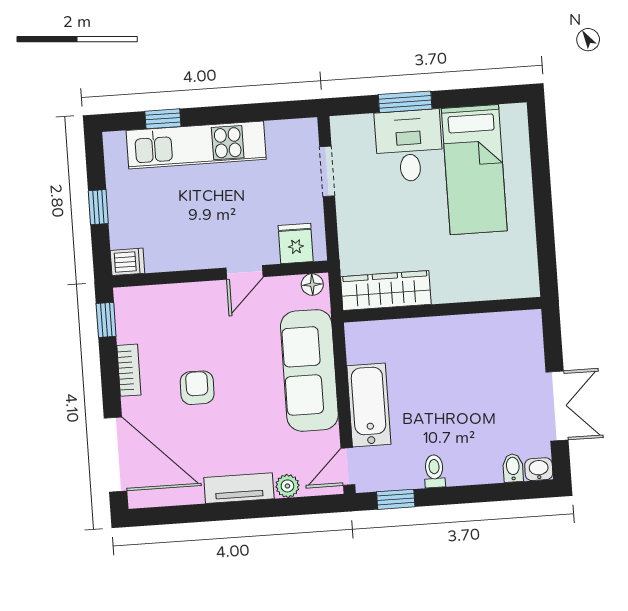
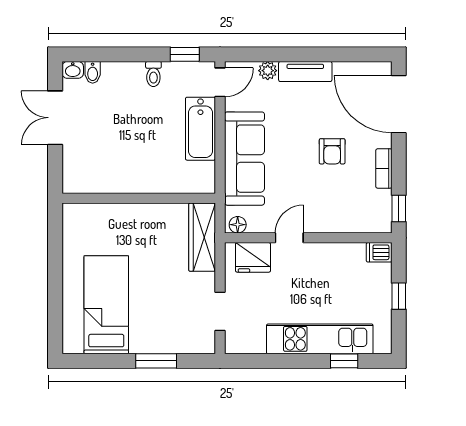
desk: (409, 146) -> (156, 327), removed
fridge: (296, 243) -> (253, 257), width x1.38
wardrobe: (386, 290) -> (202, 237), moved, turned 90

